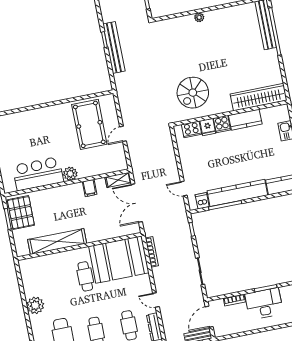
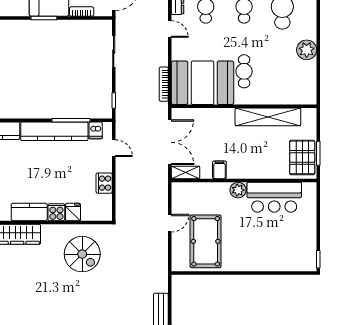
spiral stairs: (193, 93) -> (82, 254), turned 90
cooker: (191, 129) -> (104, 183), moved, turned -90

